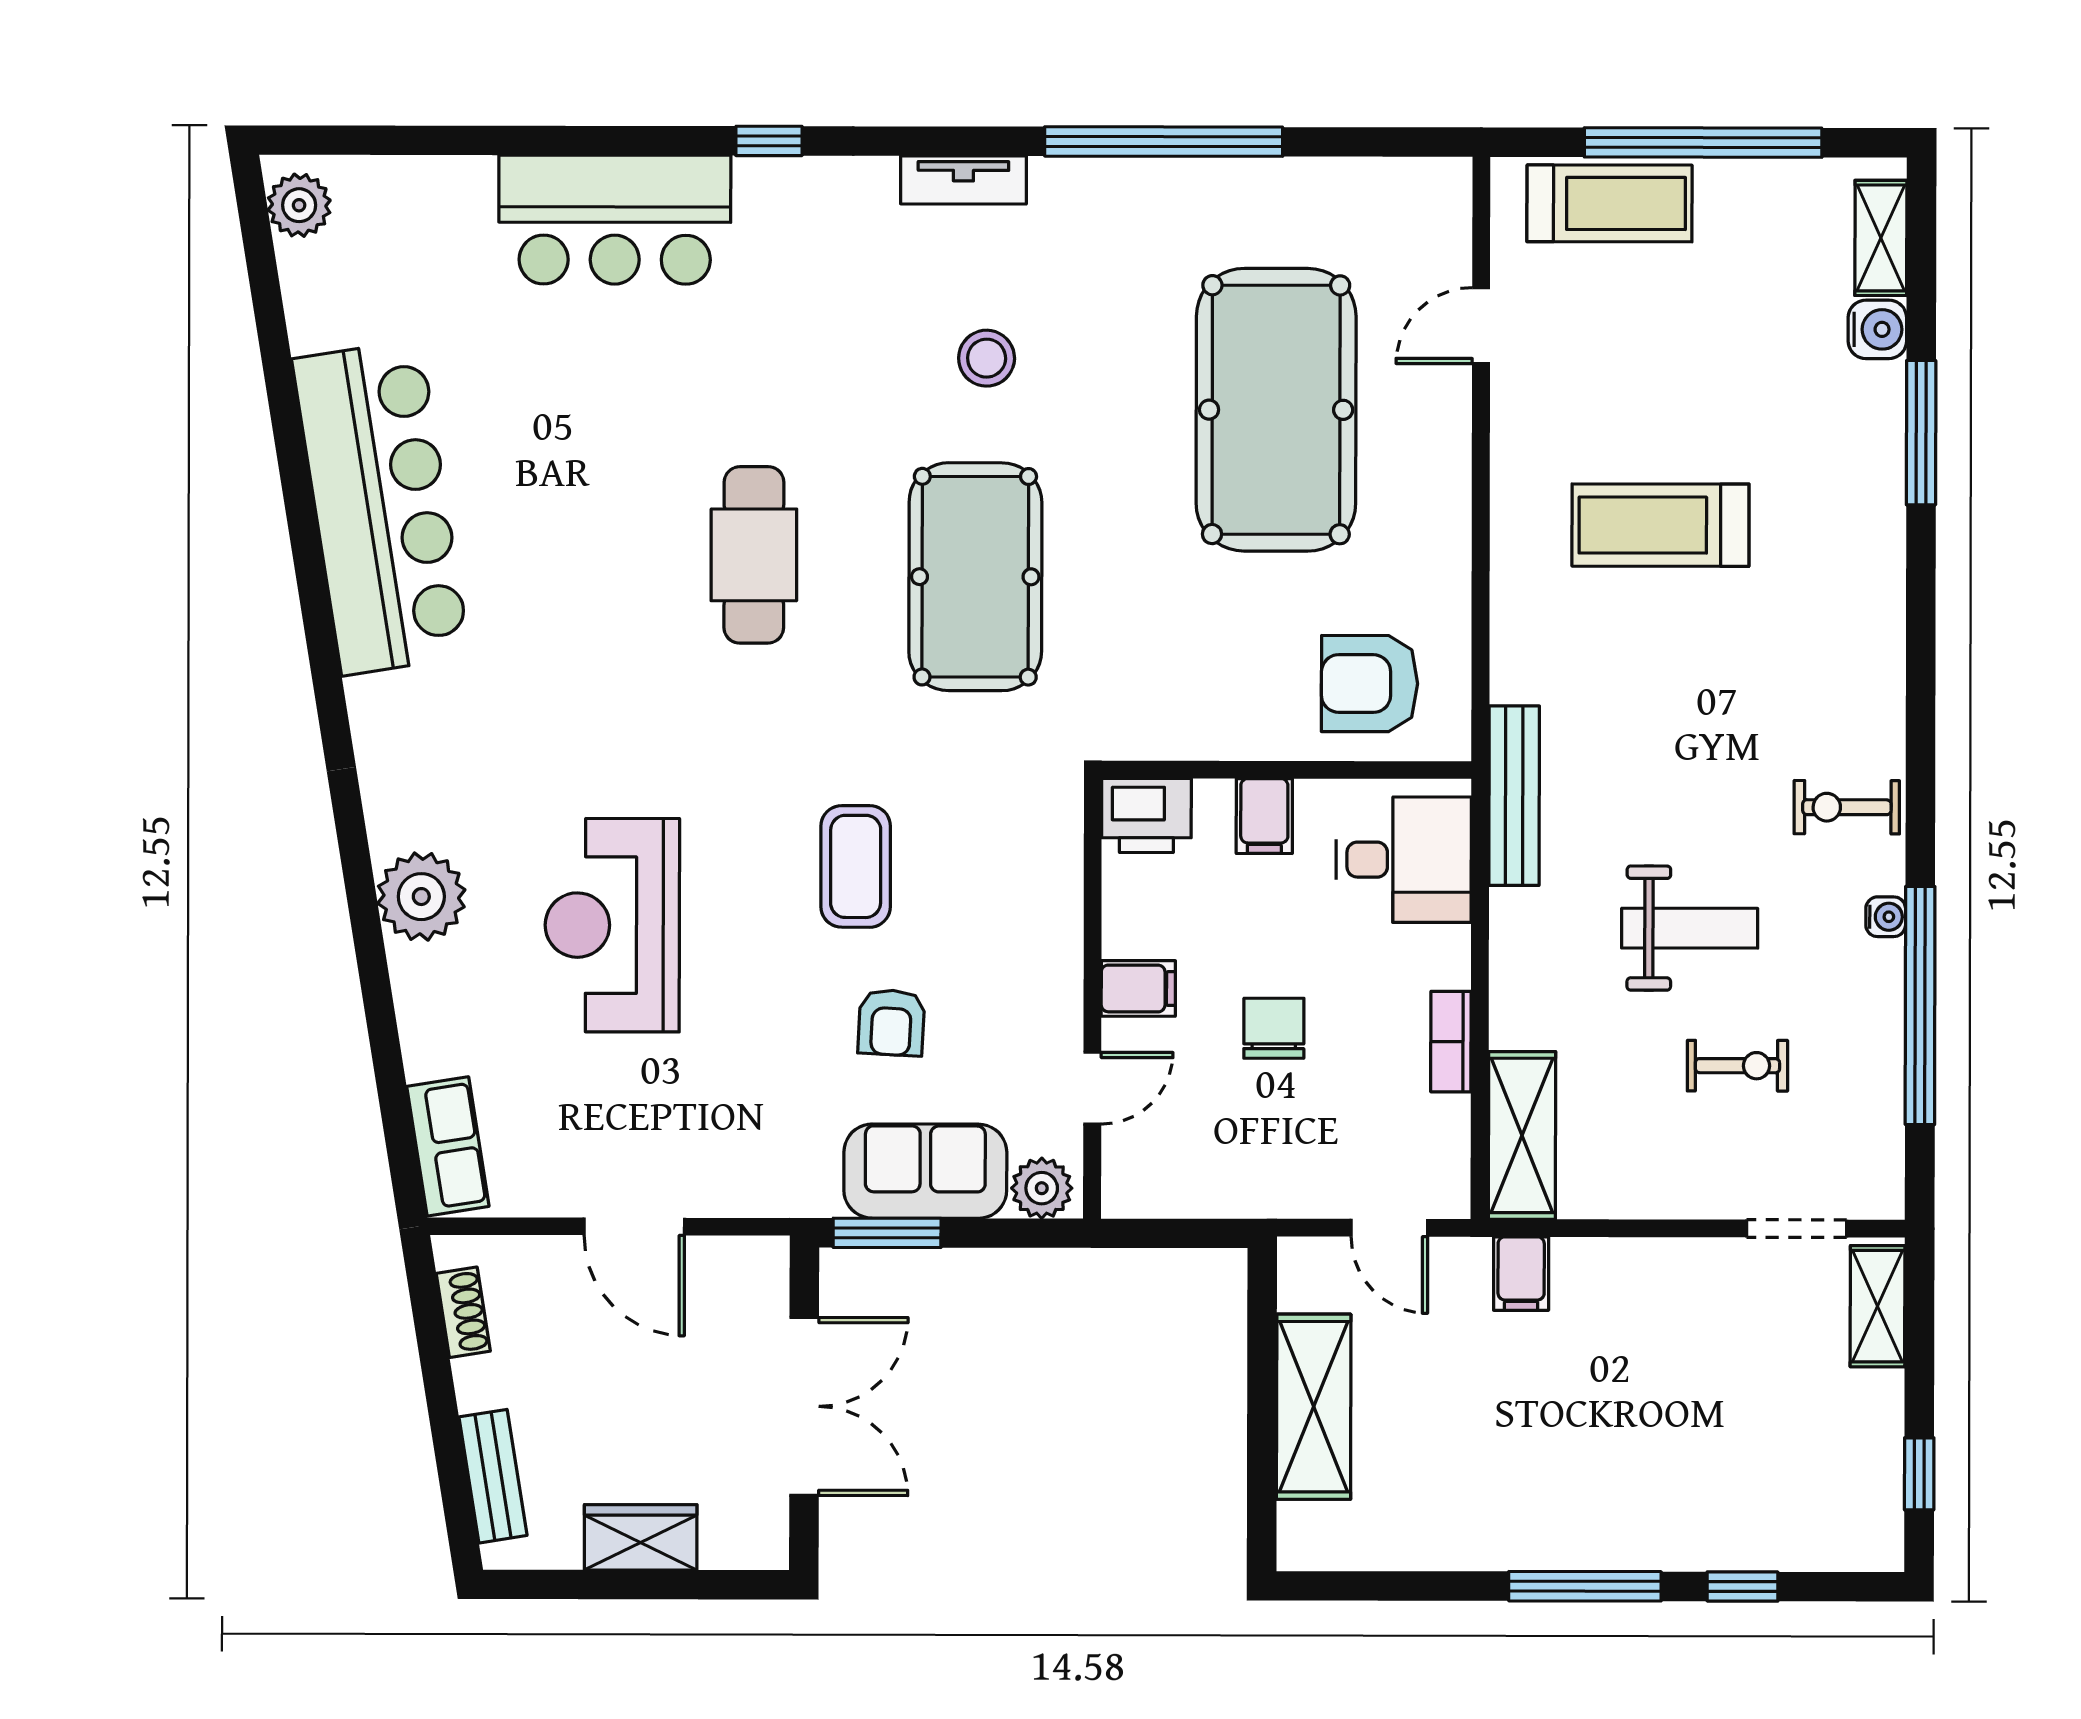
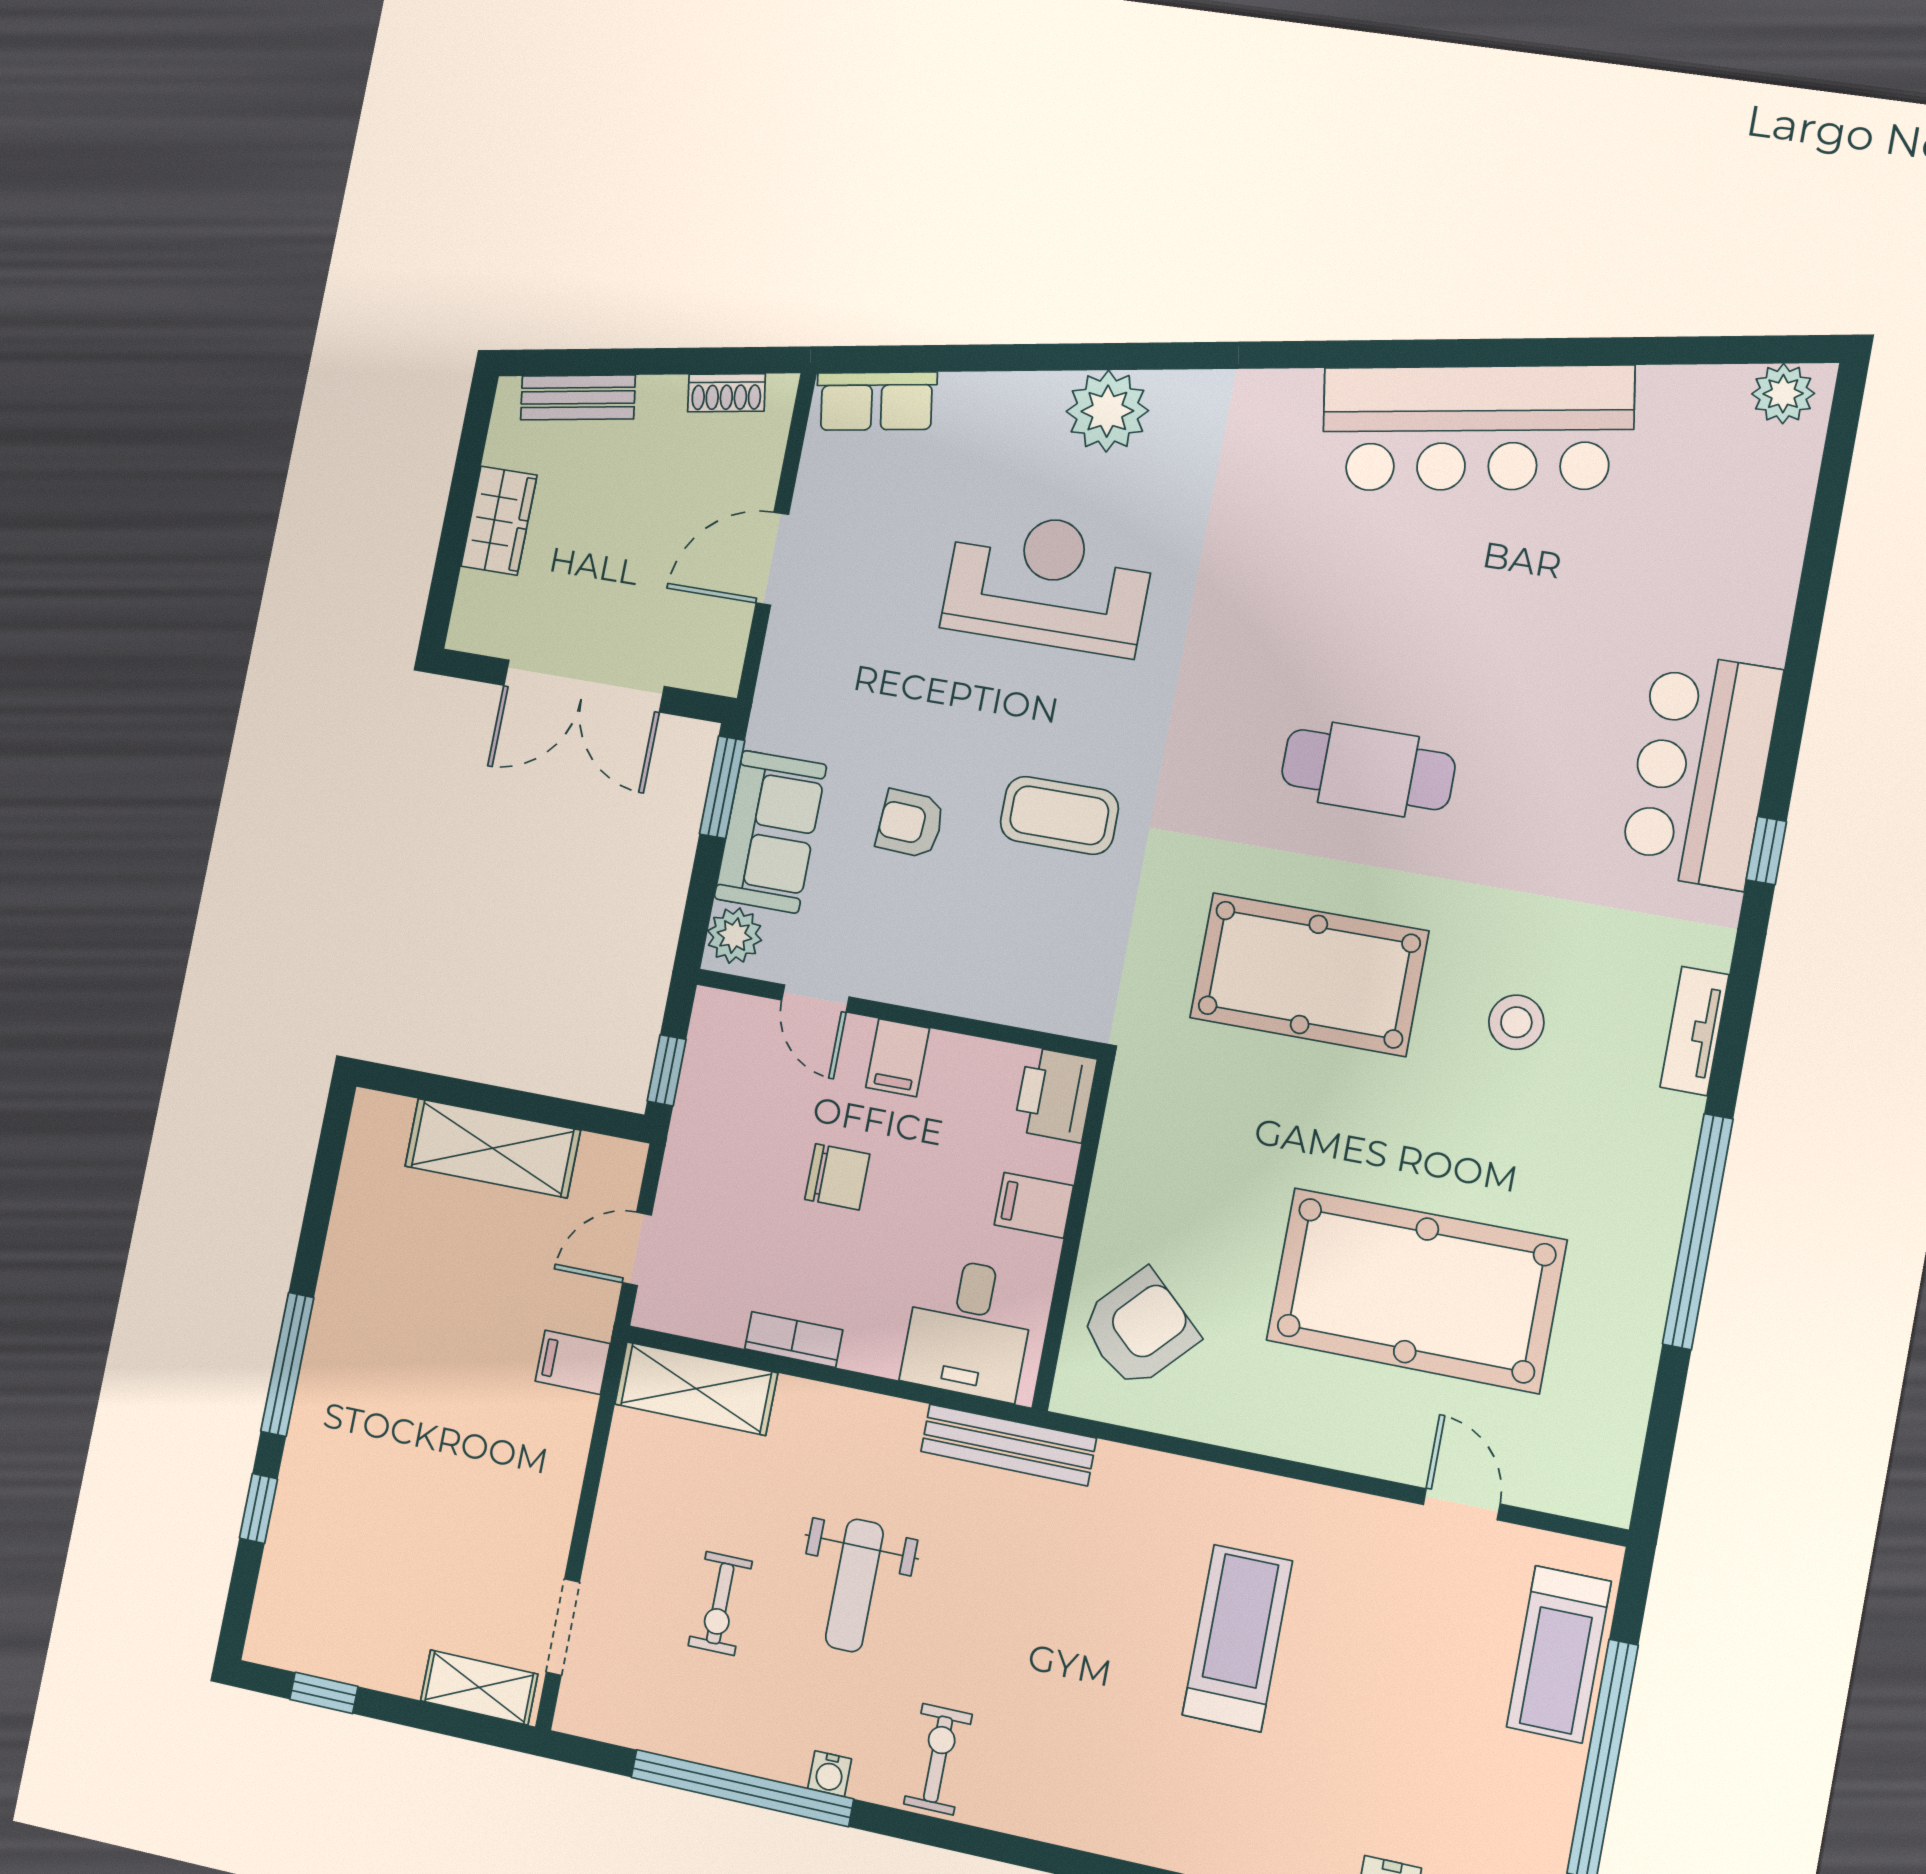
bar counter: (615, 220) -> (1701, 770), moved
armchair: (1369, 684) -> (1139, 1329), turned 43
window: (1197, 1233) -> (667, 1070), added

